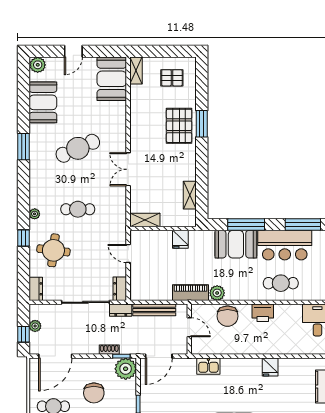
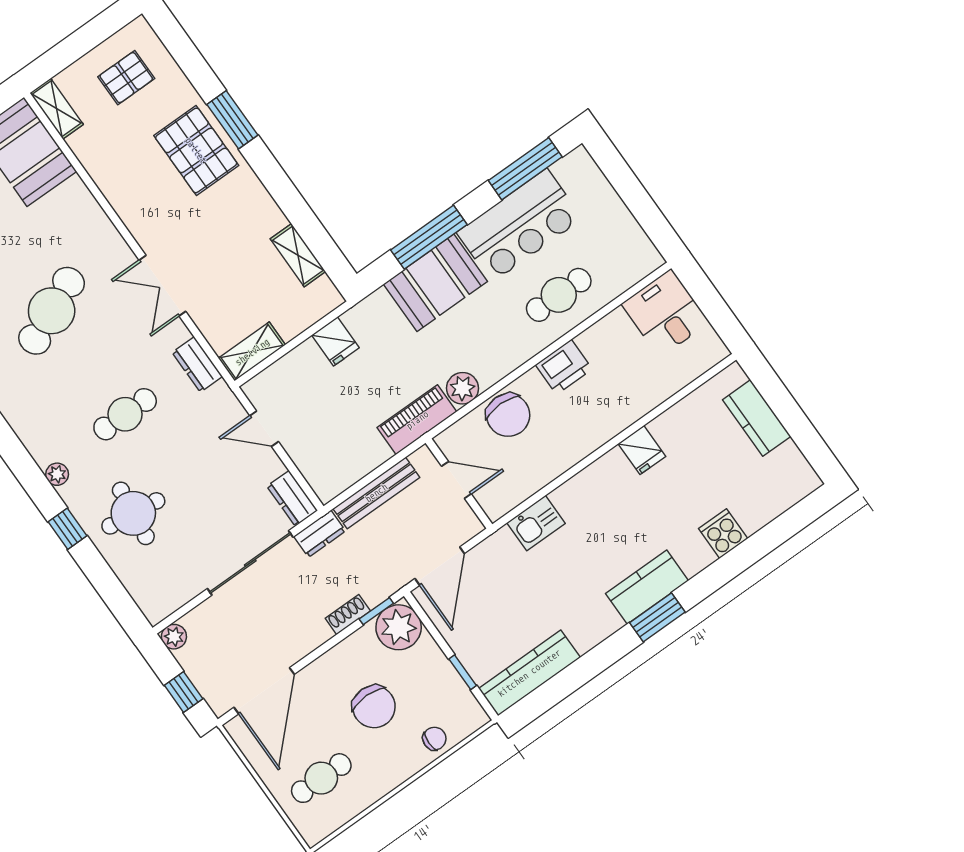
dresser: (36, 289) -> (197, 365), moved, turned 180
plant: (35, 326) -> (174, 637), moved

